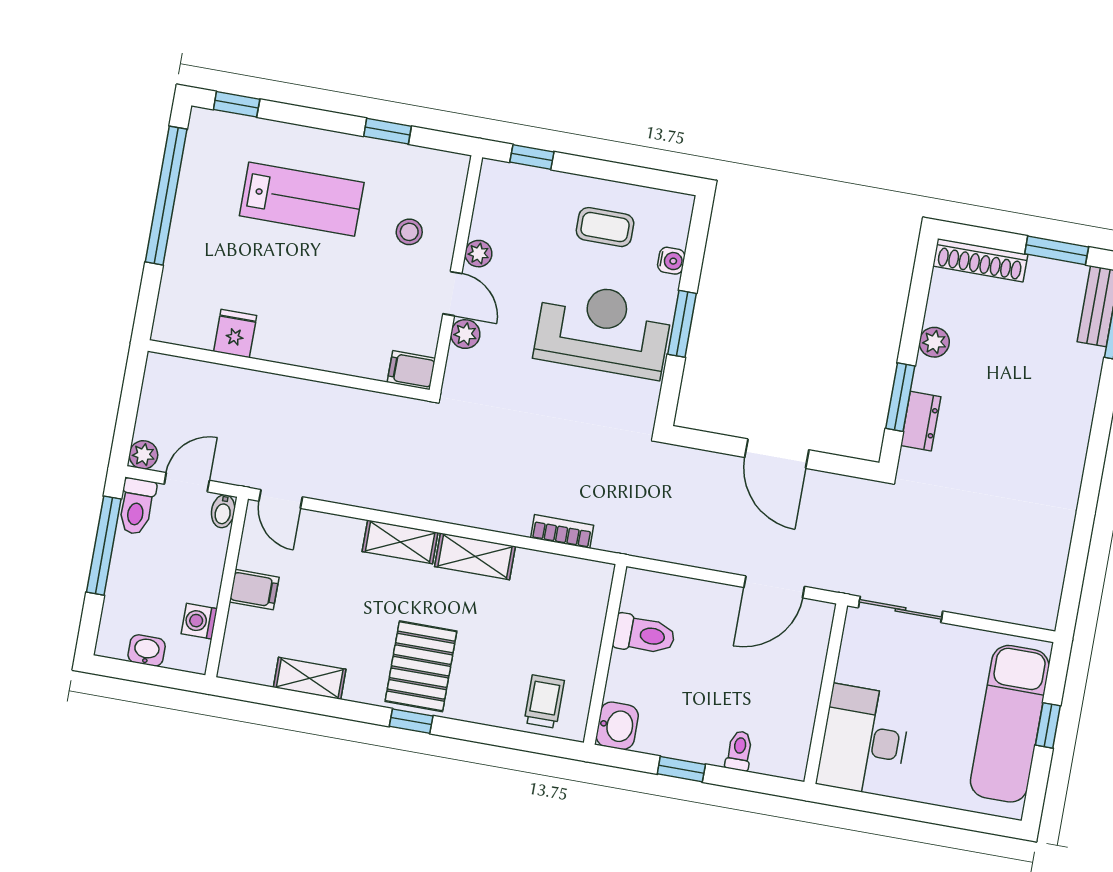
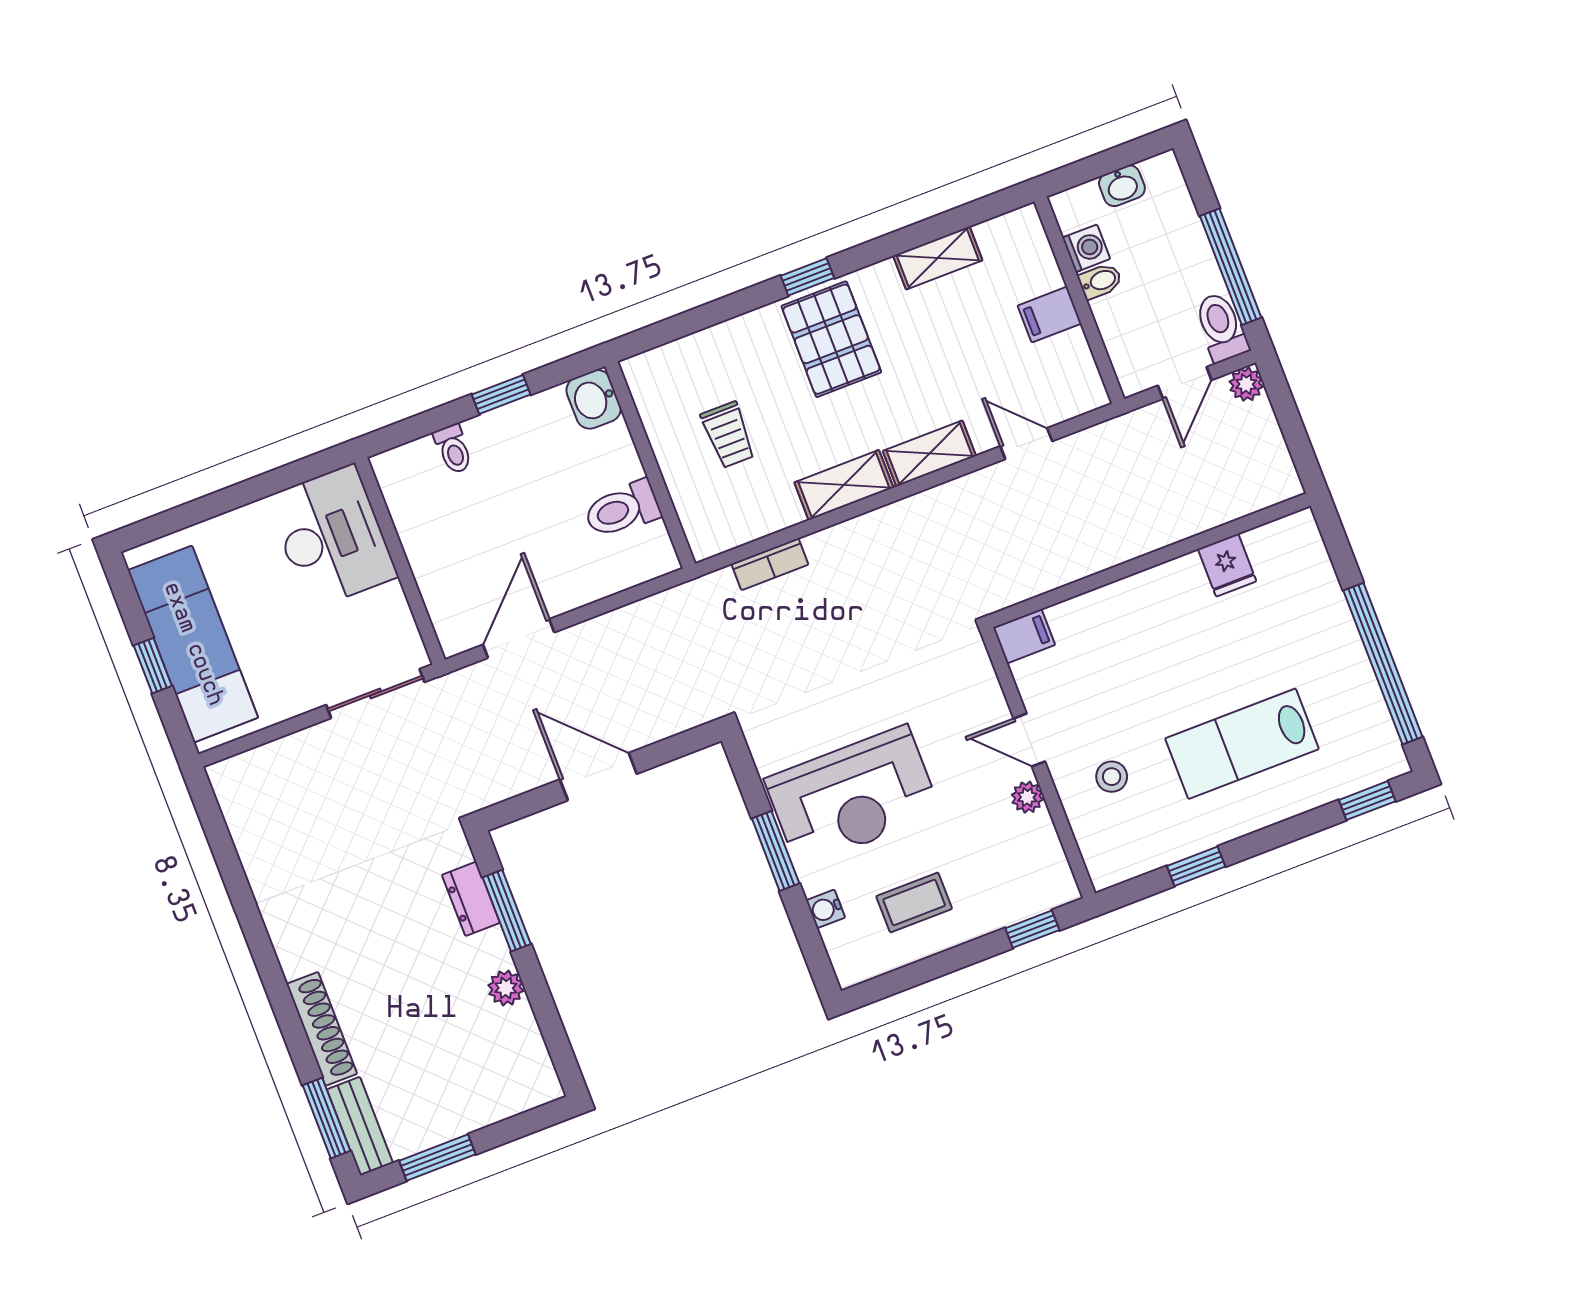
shoe rack: (980, 260) -> (322, 1029), moved, turned 90
plant: (465, 334) -> (991, 707), removed
door: (281, 499) -> (1026, 444), moved
bidet: (223, 511) -> (1100, 281), moved, turned 90
trolley: (544, 702) -> (728, 435), moved

